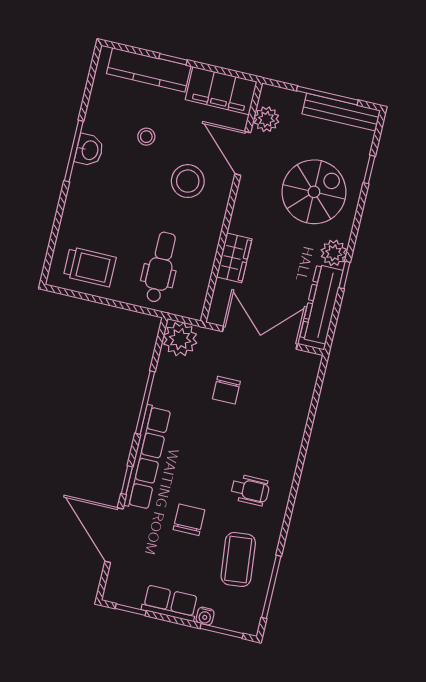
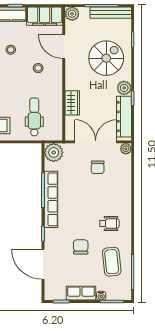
plant: (266, 119) -> (72, 14), moved
stool: (188, 181) -> (38, 68), width x0.53, depth x0.53
plant: (311, 363) -> (126, 149), added
chair: (226, 390) -> (98, 167), moved
row of seats: (147, 457) -> (51, 199), moved

